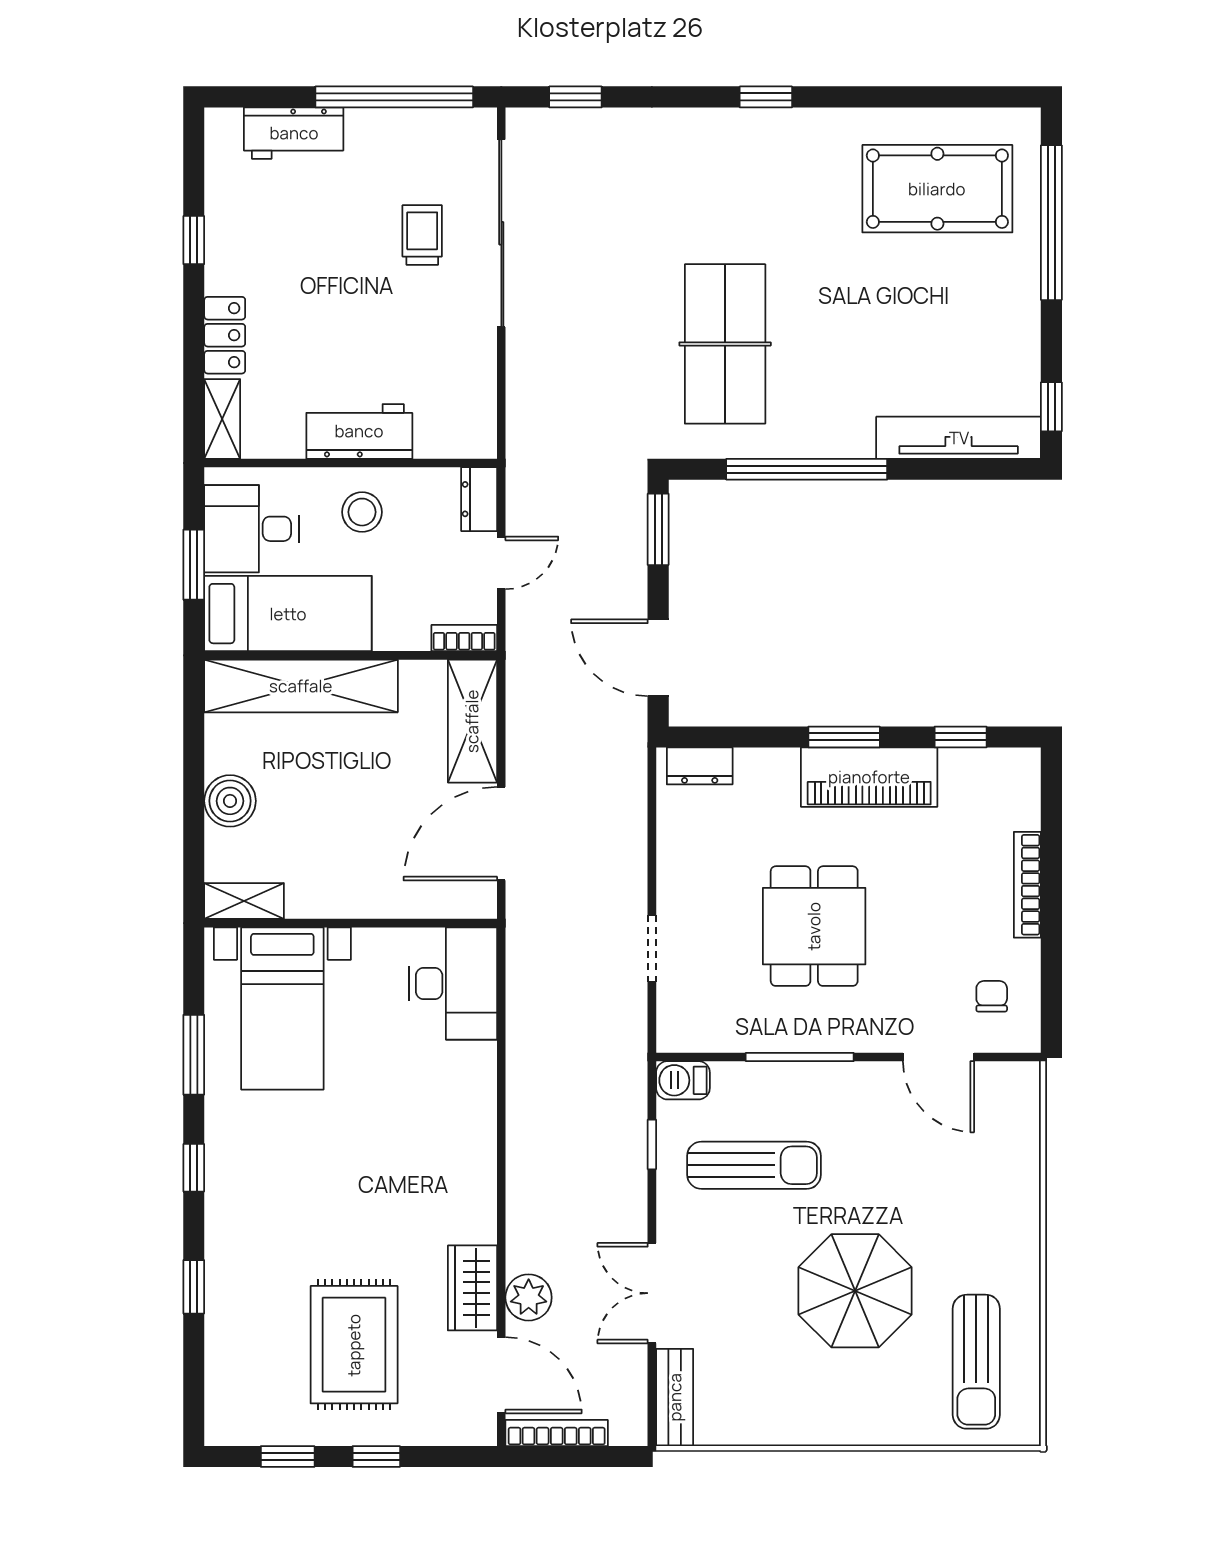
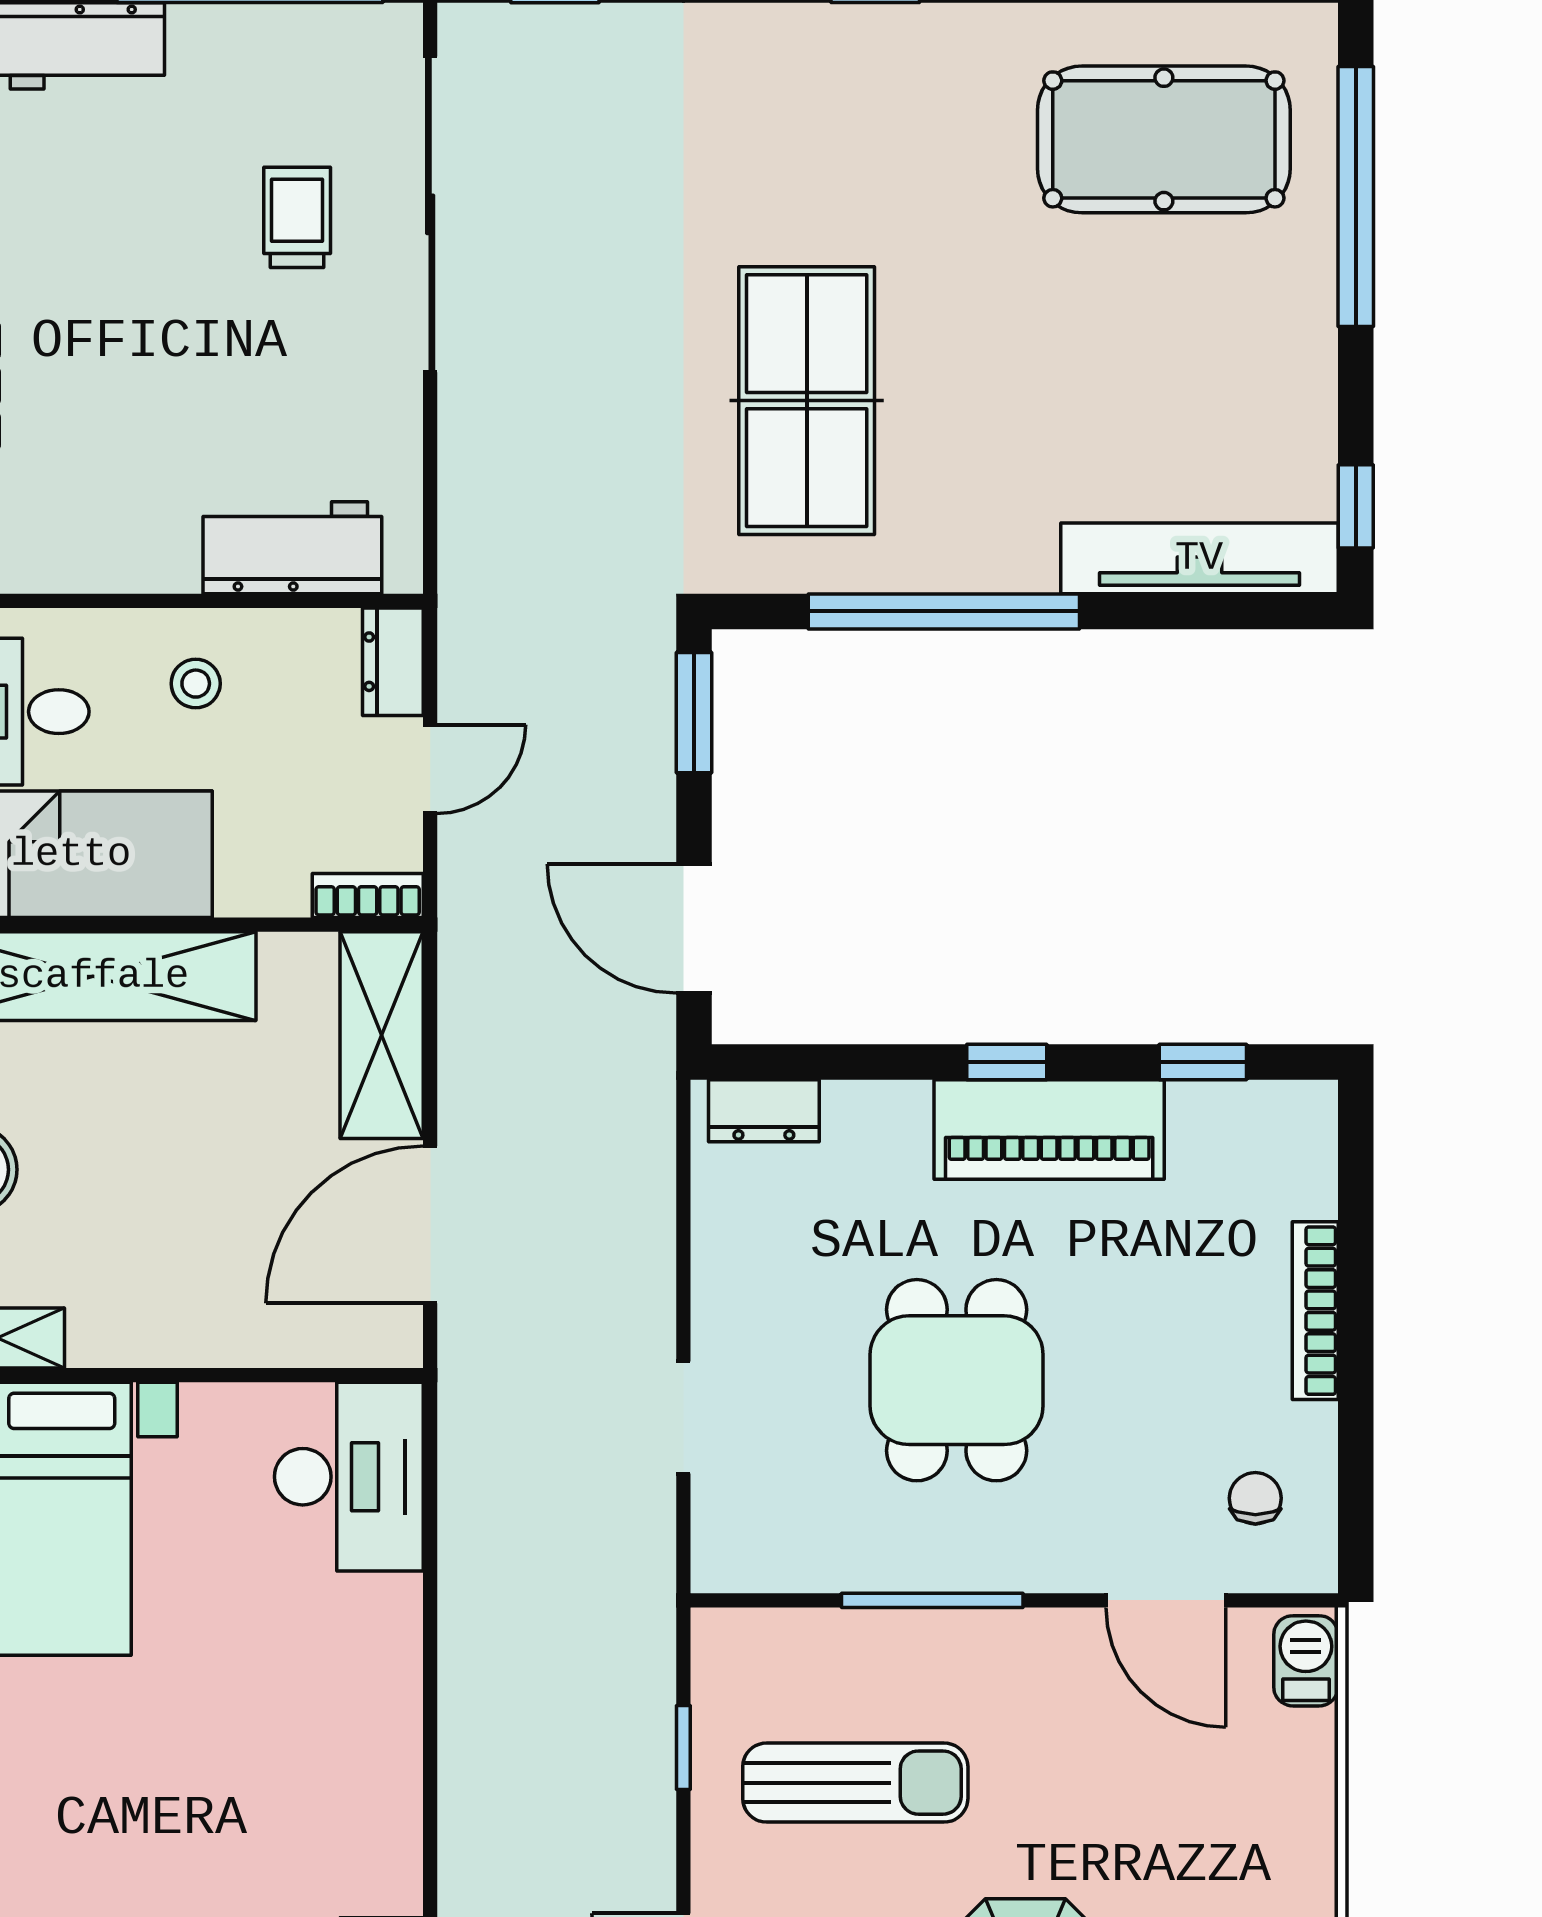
workbench: (359, 431) -> (292, 548), moved
stool: (362, 512) -> (196, 684), width x0.73, depth x0.73
window: (844, 737) -> (1007, 1062), width x0.67
barbecue: (683, 1080) -> (1306, 1661), moved, turned 90

